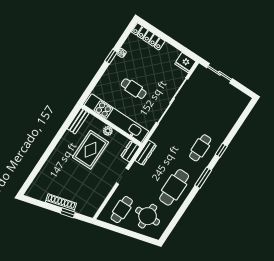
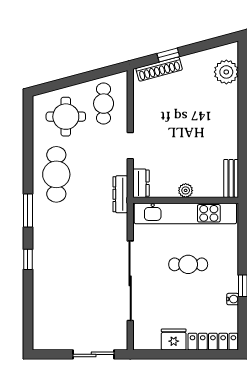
fridge: (185, 63) -> (174, 339), moved
cafe table: (200, 148) -> (56, 245), removed
rug: (91, 150) -> (192, 153), removed
plant: (42, 182) -> (226, 72), added
shoe rack: (61, 203) -> (159, 69), moved

